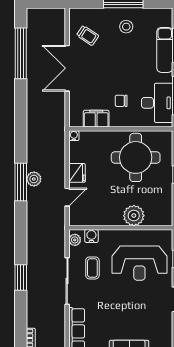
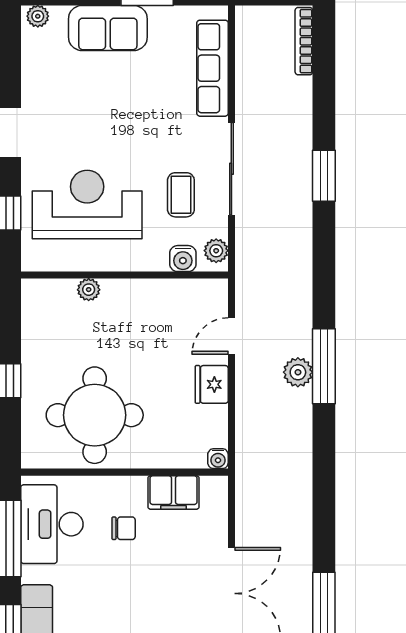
plant: (134, 216) -> (89, 290), width x0.53, depth x0.53

